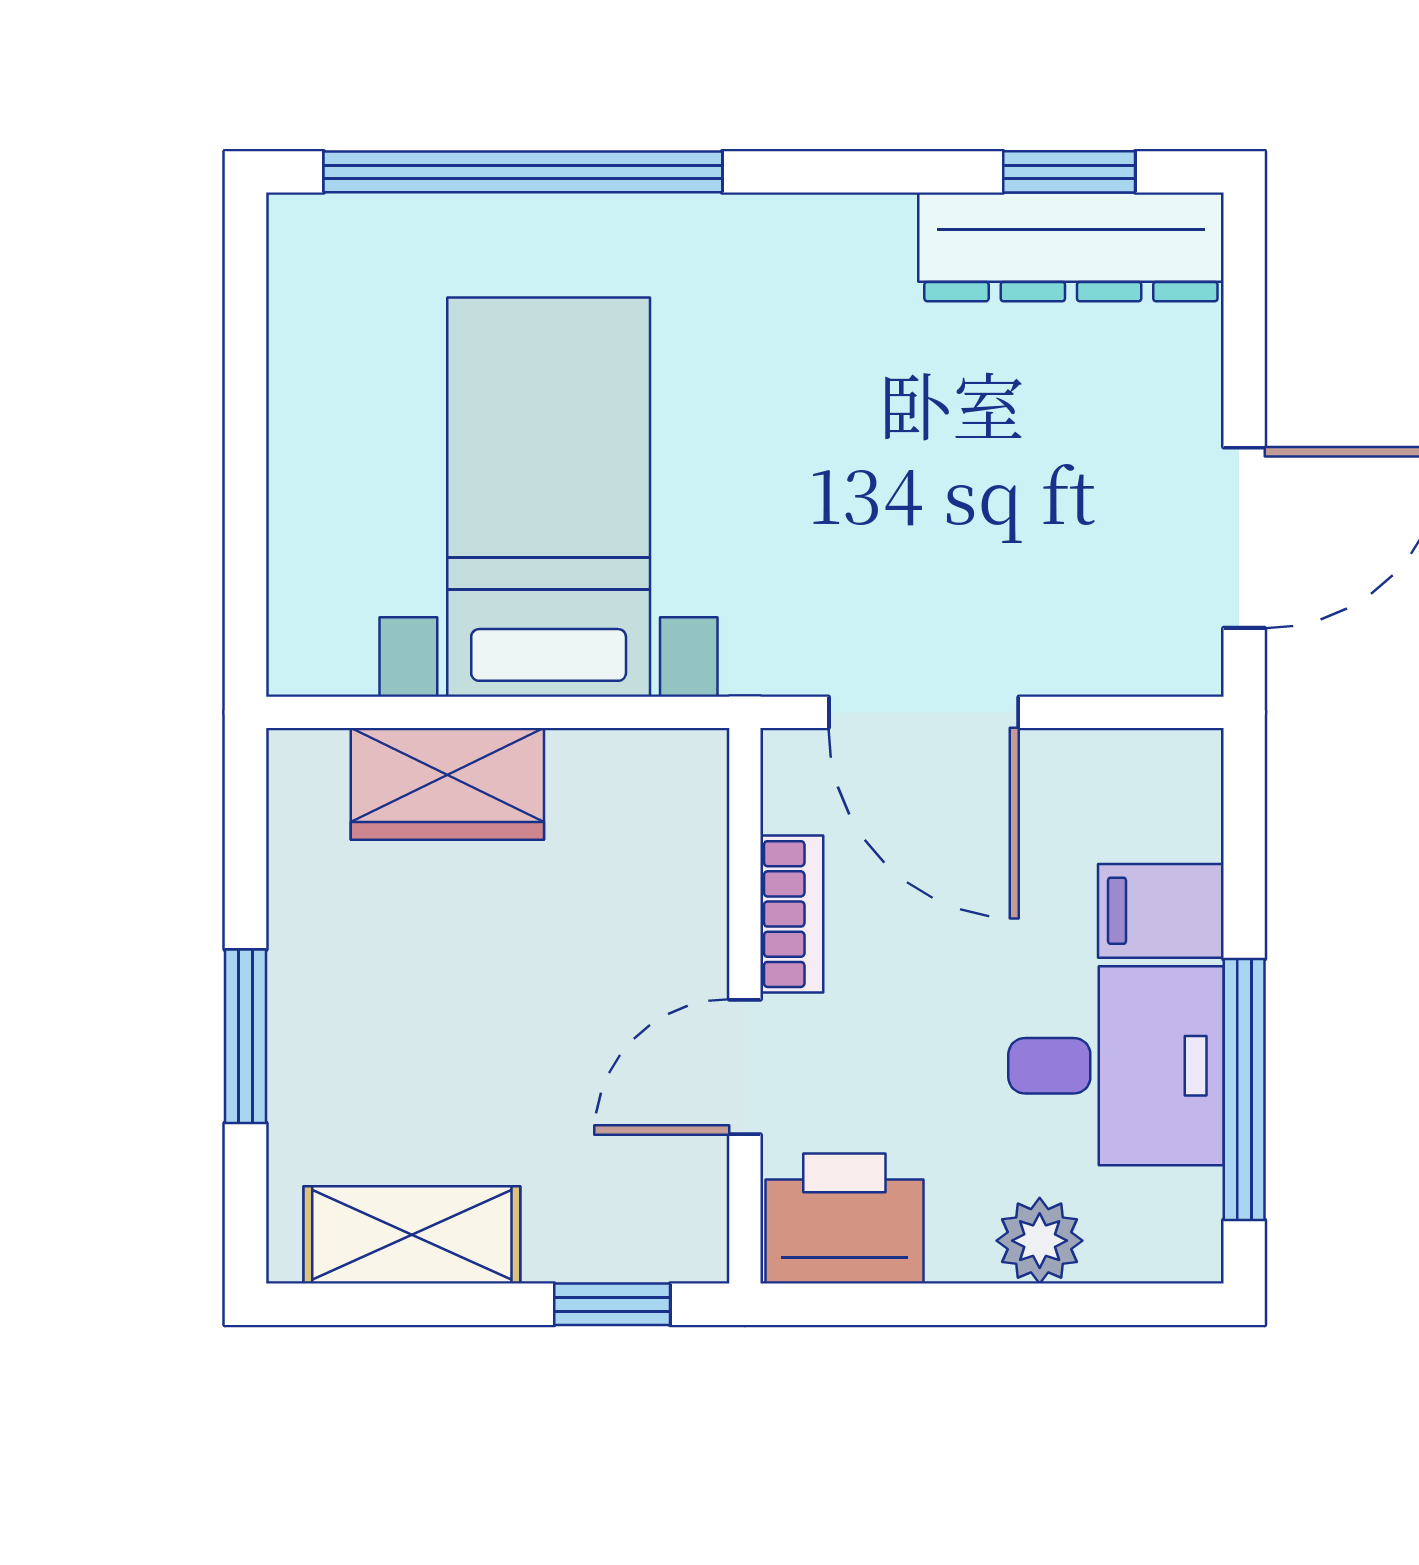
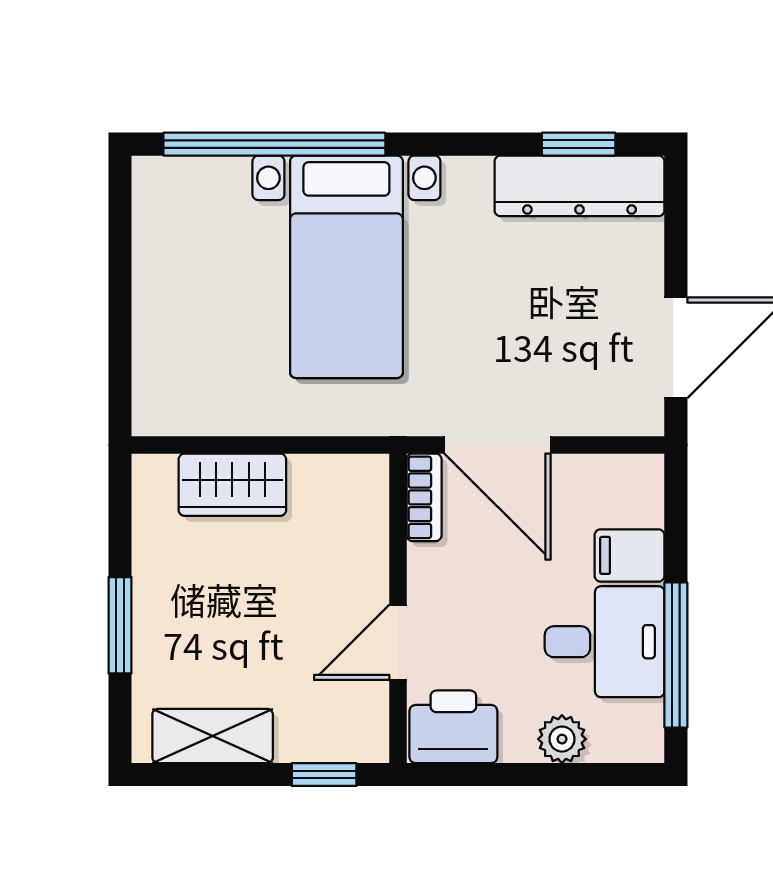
bed with nightstands: (549, 497) -> (346, 267), moved, turned 180
bookcase: (792, 914) -> (424, 497), moved

